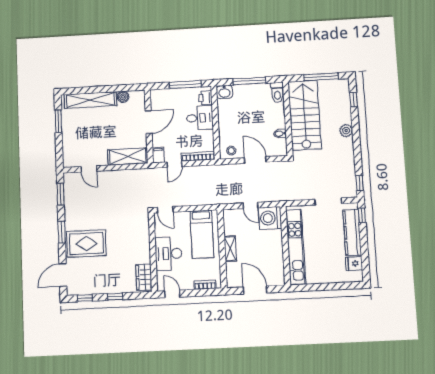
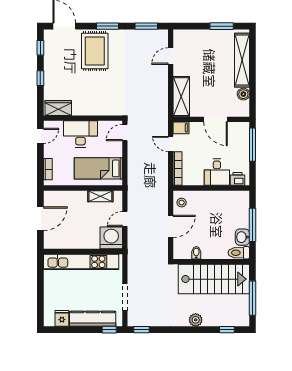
window: (185, 85) -> (252, 145), moved
washbasin: (224, 92) -> (242, 237), moved
shelving: (230, 249) -> (100, 196), moved

